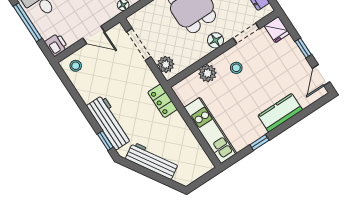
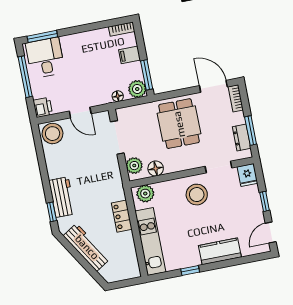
floor lamp: (216, 40) -> (156, 168), moved
stool: (76, 66) -> (53, 134), width x1.89, depth x1.89
stool: (236, 68) -> (197, 195), width x1.89, depth x1.89
plant: (208, 73) -> (145, 194), moved
locker: (162, 101) -> (122, 216), moved
workbench: (109, 122) -> (62, 197), width x0.73

